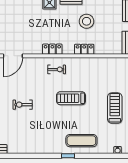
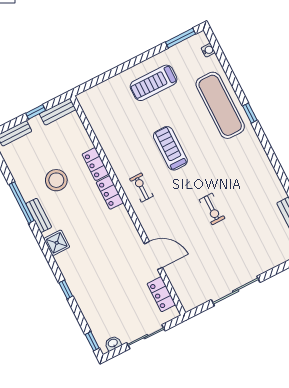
locker: (52, 49) -> (110, 193), moved
treadmill: (71, 98) -> (170, 148), turned 180
exercise mat: (81, 141) -> (220, 105), width x1.36, depth x1.45

